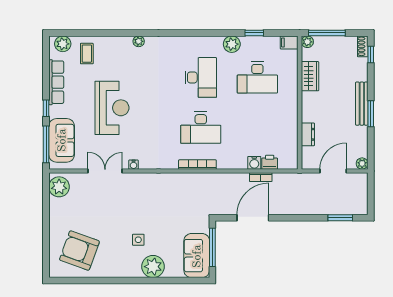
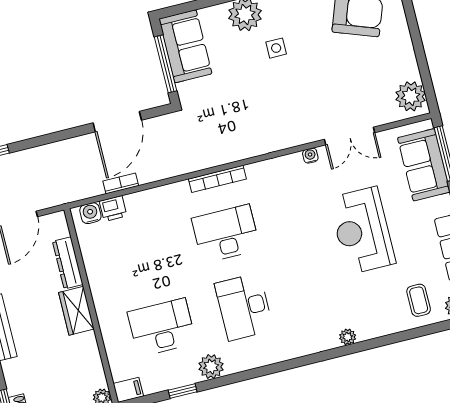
wardrobe: (310, 76) -> (76, 311), moved
dresser: (308, 134) -> (68, 263), width x1.44
water cooler: (254, 163) -> (90, 213), moved

